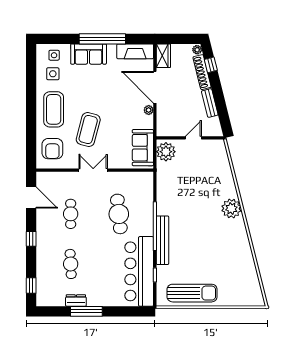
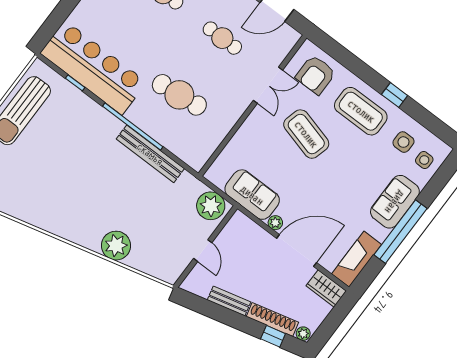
window: (31, 98) -> (395, 95), added
sofa: (143, 148) -> (252, 195), moved
armchair: (52, 149) -> (316, 75), turned -90
double door: (93, 170) -> (268, 85), moved
plant: (231, 209) -> (116, 246), moved
bench: (162, 240) -> (150, 154), moved

